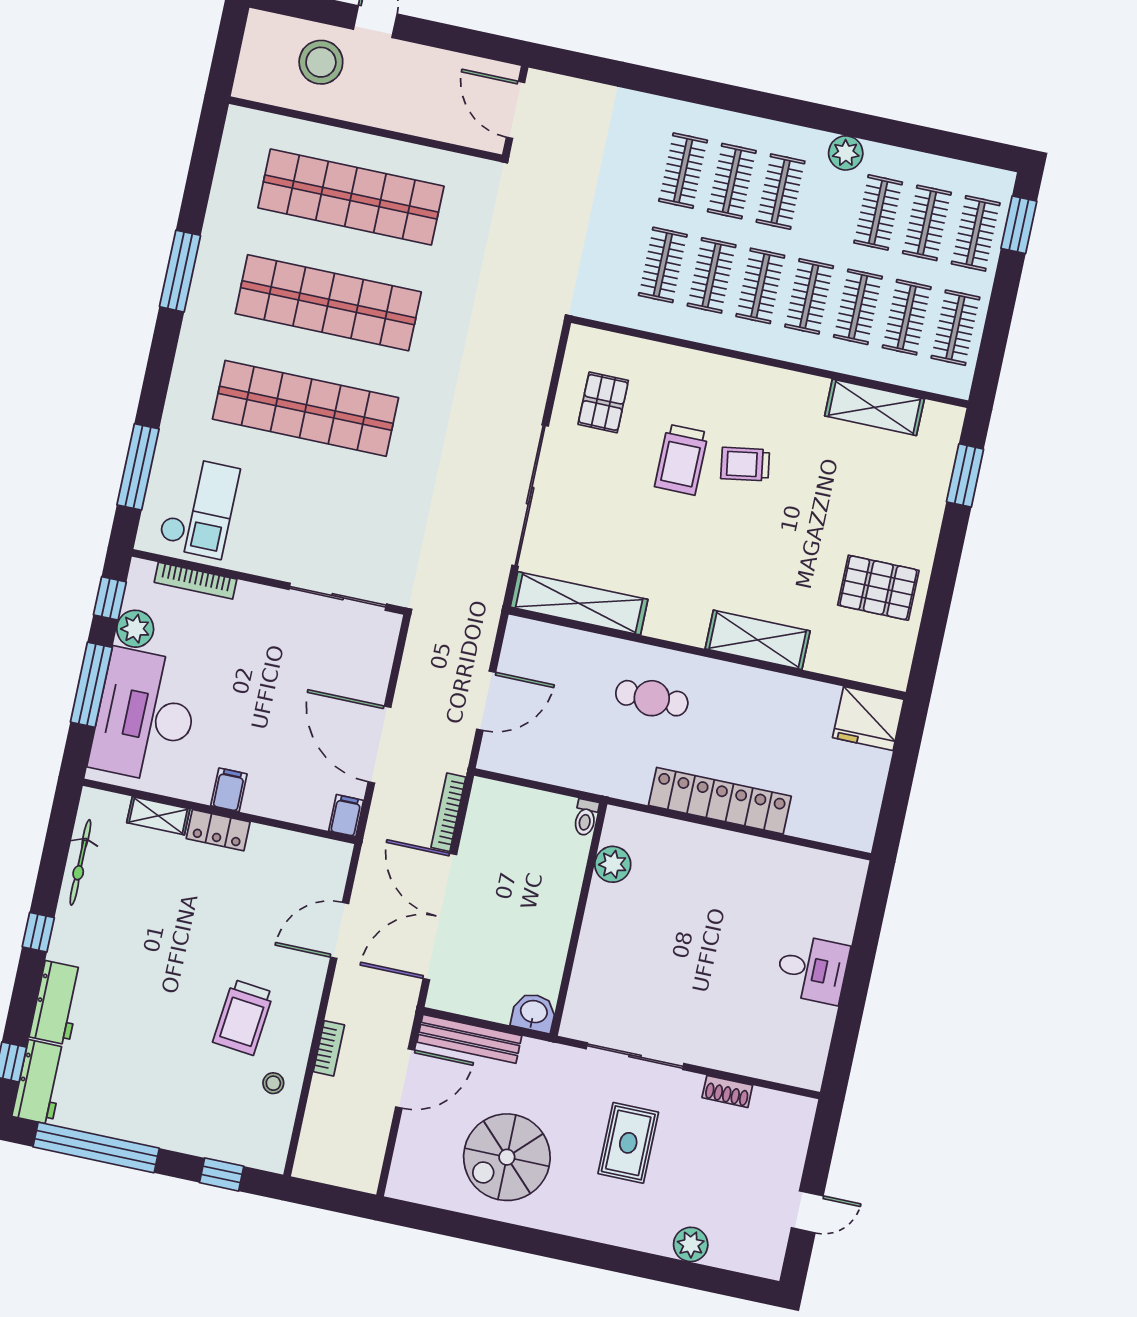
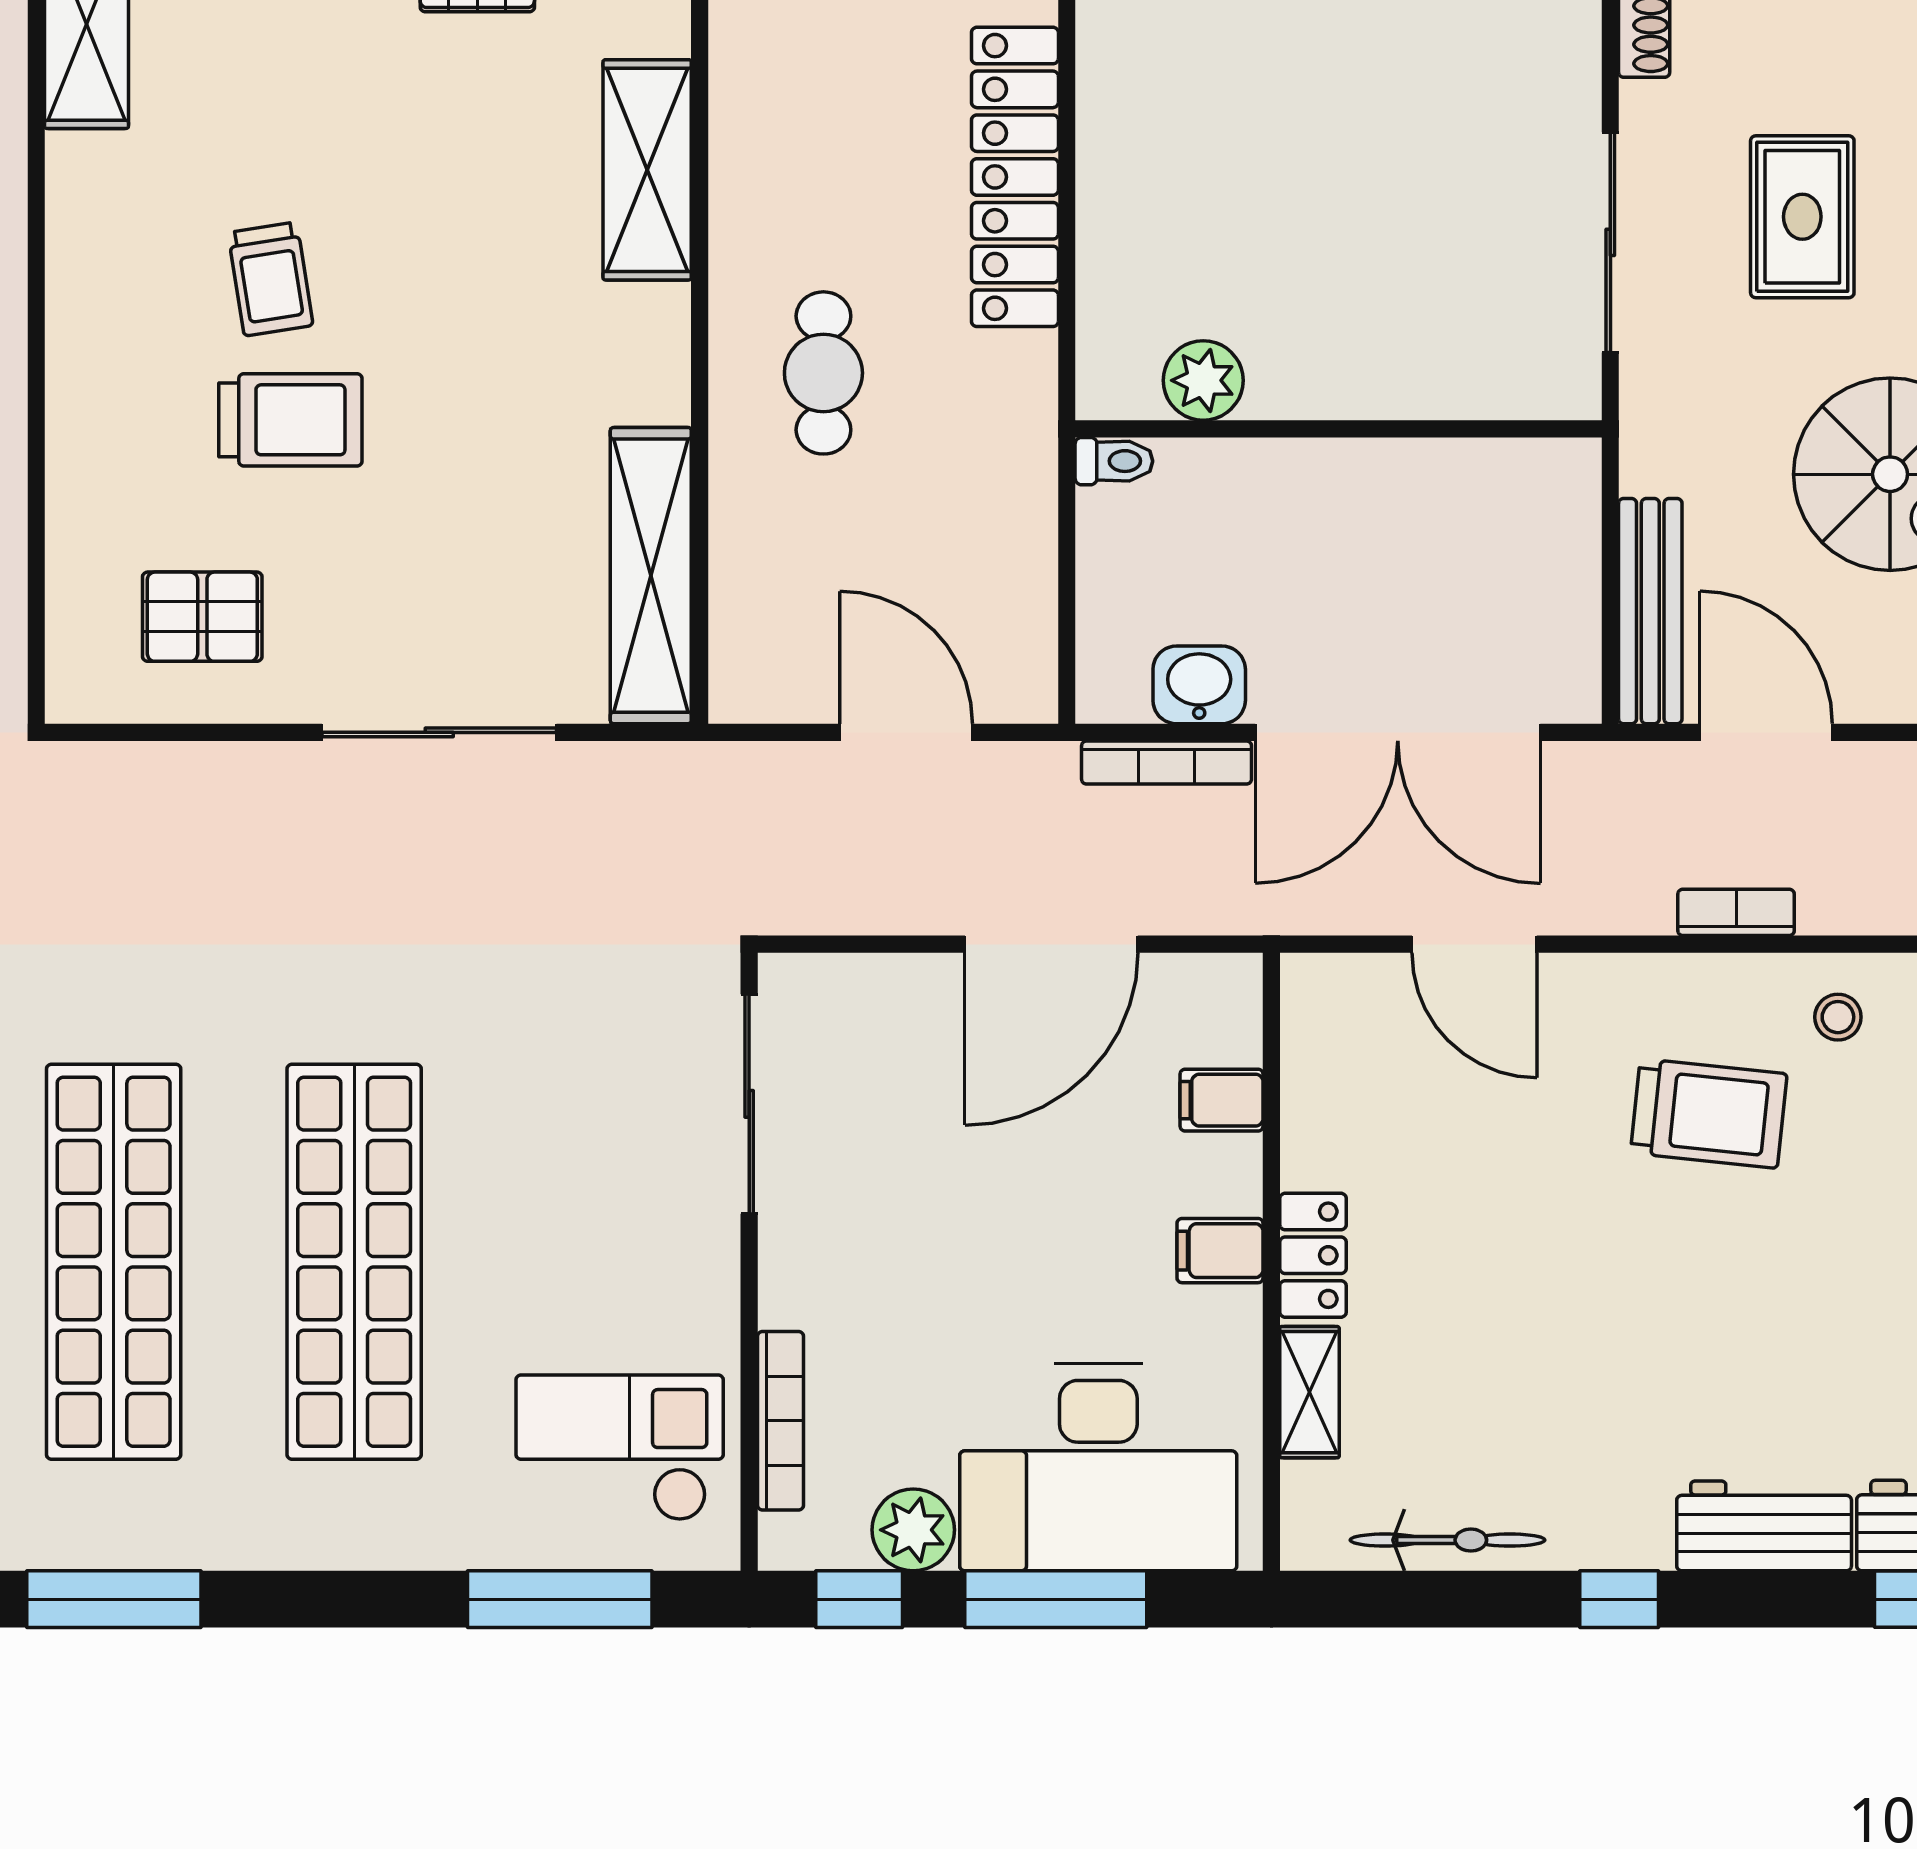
sliding door: (530, 496) -> (439, 732), width x0.73
filing cabinet: (346, 816) -> (1222, 1100), moved
washbasin: (534, 1013) -> (1199, 685), moved, turned 90
rug: (628, 1143) -> (1802, 217), turned 90

